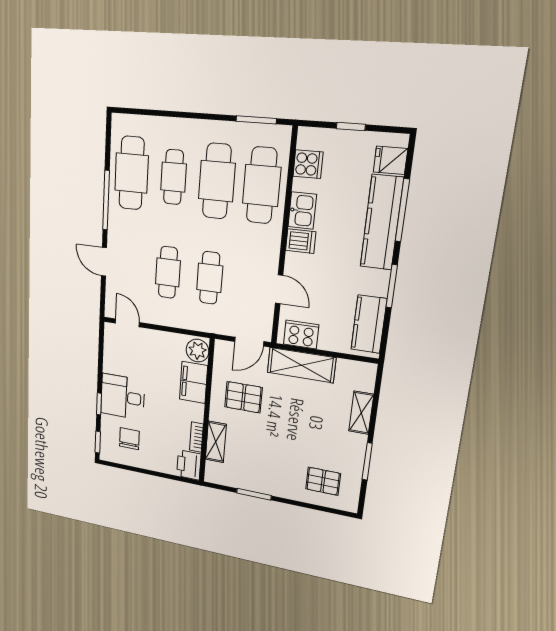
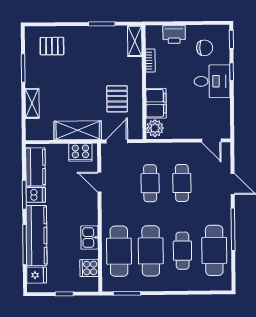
dishwasher: (301, 241) -> (36, 195), moved, turned 180
pallet: (243, 397) -> (117, 99), turned 90
chair: (129, 439) -> (205, 48), turned -90
shelving: (216, 442) -> (135, 41), moved
printer: (189, 465) -> (174, 34), moved, turned 90

